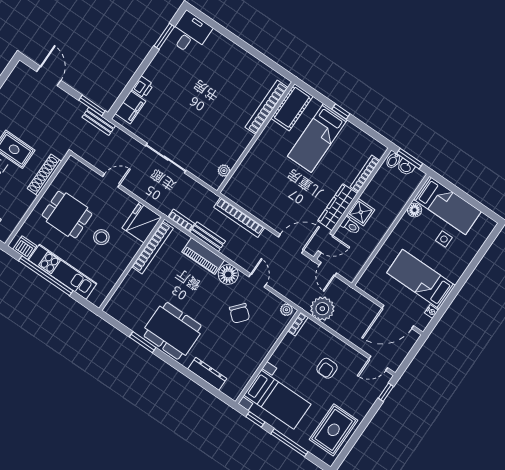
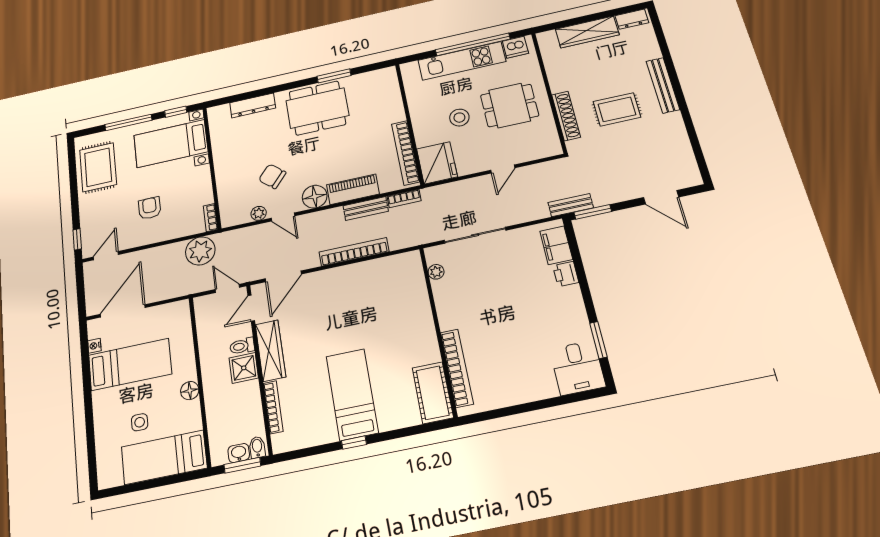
bookcase: (267, 107) -> (457, 368), moved
cot: (292, 107) -> (433, 393), moved
wall: (256, 137) -> (438, 330), moved
plant: (224, 171) -> (436, 272), moved
floor lamp: (415, 210) -> (190, 391), moved
plant: (286, 310) -> (259, 213), moved

